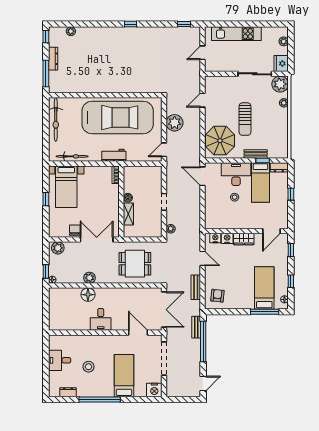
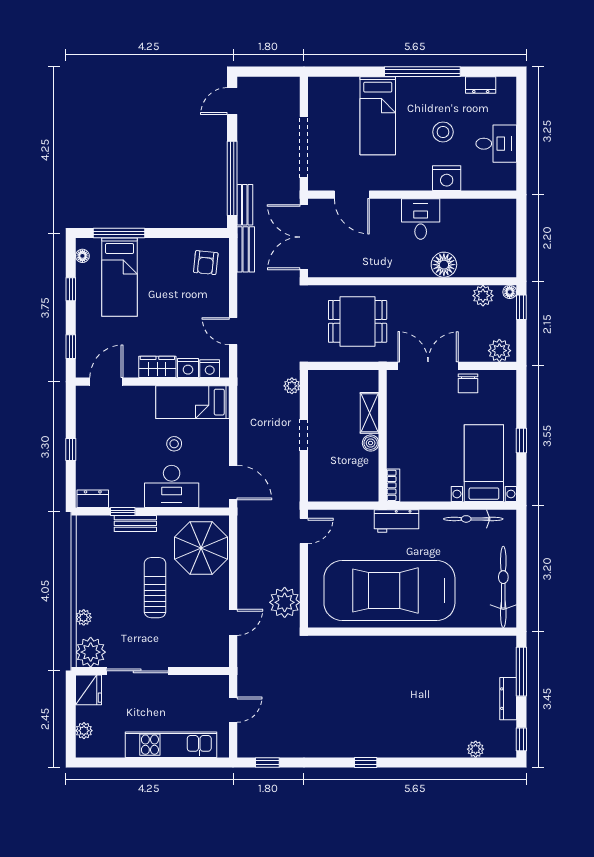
plant: (175, 123) -> (285, 602), moved
bed: (260, 182) -> (193, 402), moved, turned -90
double door: (97, 240) -> (428, 366), swing flipped
plant: (90, 278) -> (483, 296), moved
bench: (196, 287) -> (246, 249), moved
nightstand: (154, 390) -> (447, 178), moved, turned 180

